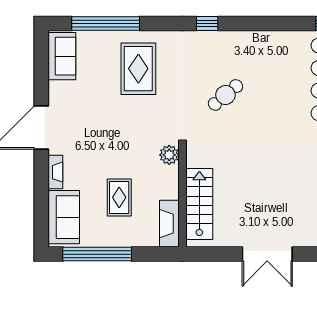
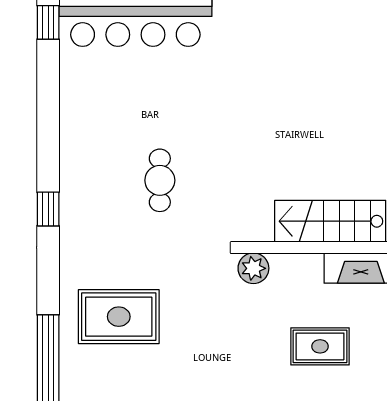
cafe table: (225, 95) -> (160, 180), turned 40

